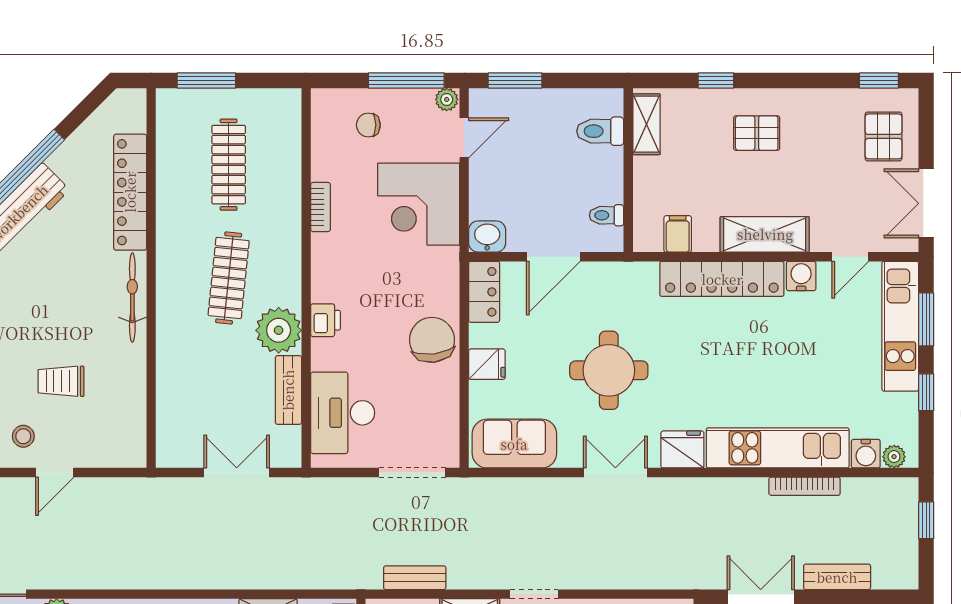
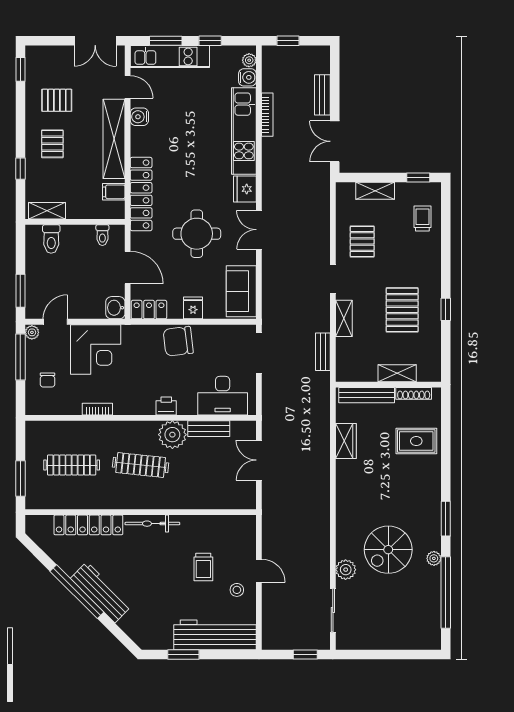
pallet: (884, 136) -> (57, 100), moved
door: (464, 138) -> (55, 322), hinge flipped
shelving: (765, 234) -> (114, 139), width x1.47
locker: (722, 279) -> (141, 194), moved

